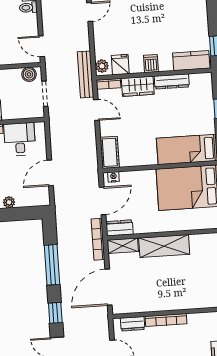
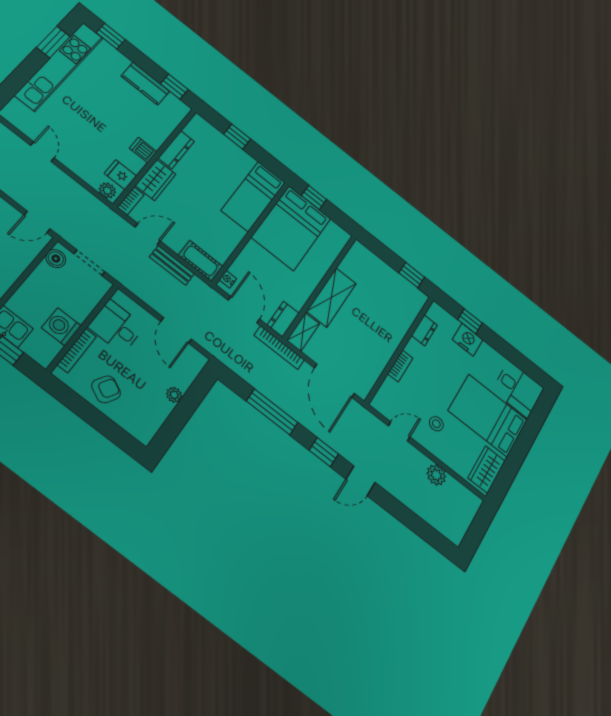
kitchen counter: (191, 61) -> (145, 84), moved, turned -90
bench: (86, 74) -> (172, 265), moved, width x0.73
bookcase: (166, 320) -> (400, 366), width x0.64
dresser: (133, 324) -> (424, 330), moved

